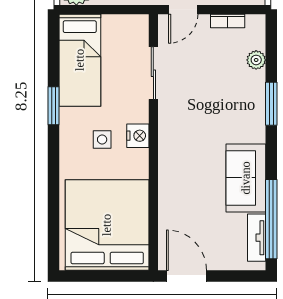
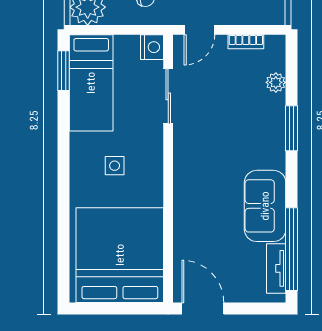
window: (53, 106) -> (64, 71), moved
nightstand: (138, 136) -> (152, 47), moved

